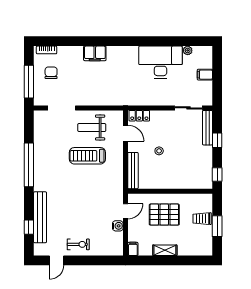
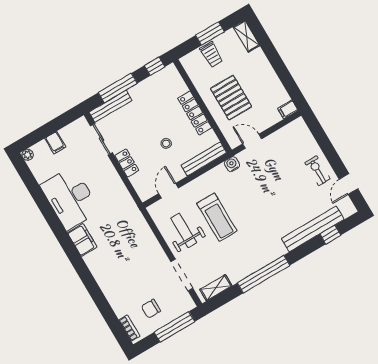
plant: (188, 50) -> (28, 155), moved
filing cabinet: (95, 53) -> (82, 240), moved
locker: (139, 116) -> (127, 163), moved
shelving: (39, 126) -> (216, 288), added
weight bench: (92, 128) -> (184, 230), turned 180
window: (217, 140) -> (118, 88), width x2.17
locker: (168, 183) -> (195, 113), added
water cooler: (118, 226) -> (232, 164), moved
shelving: (165, 250) -> (246, 36), moved
door: (56, 260) -> (349, 184), swing flipped

